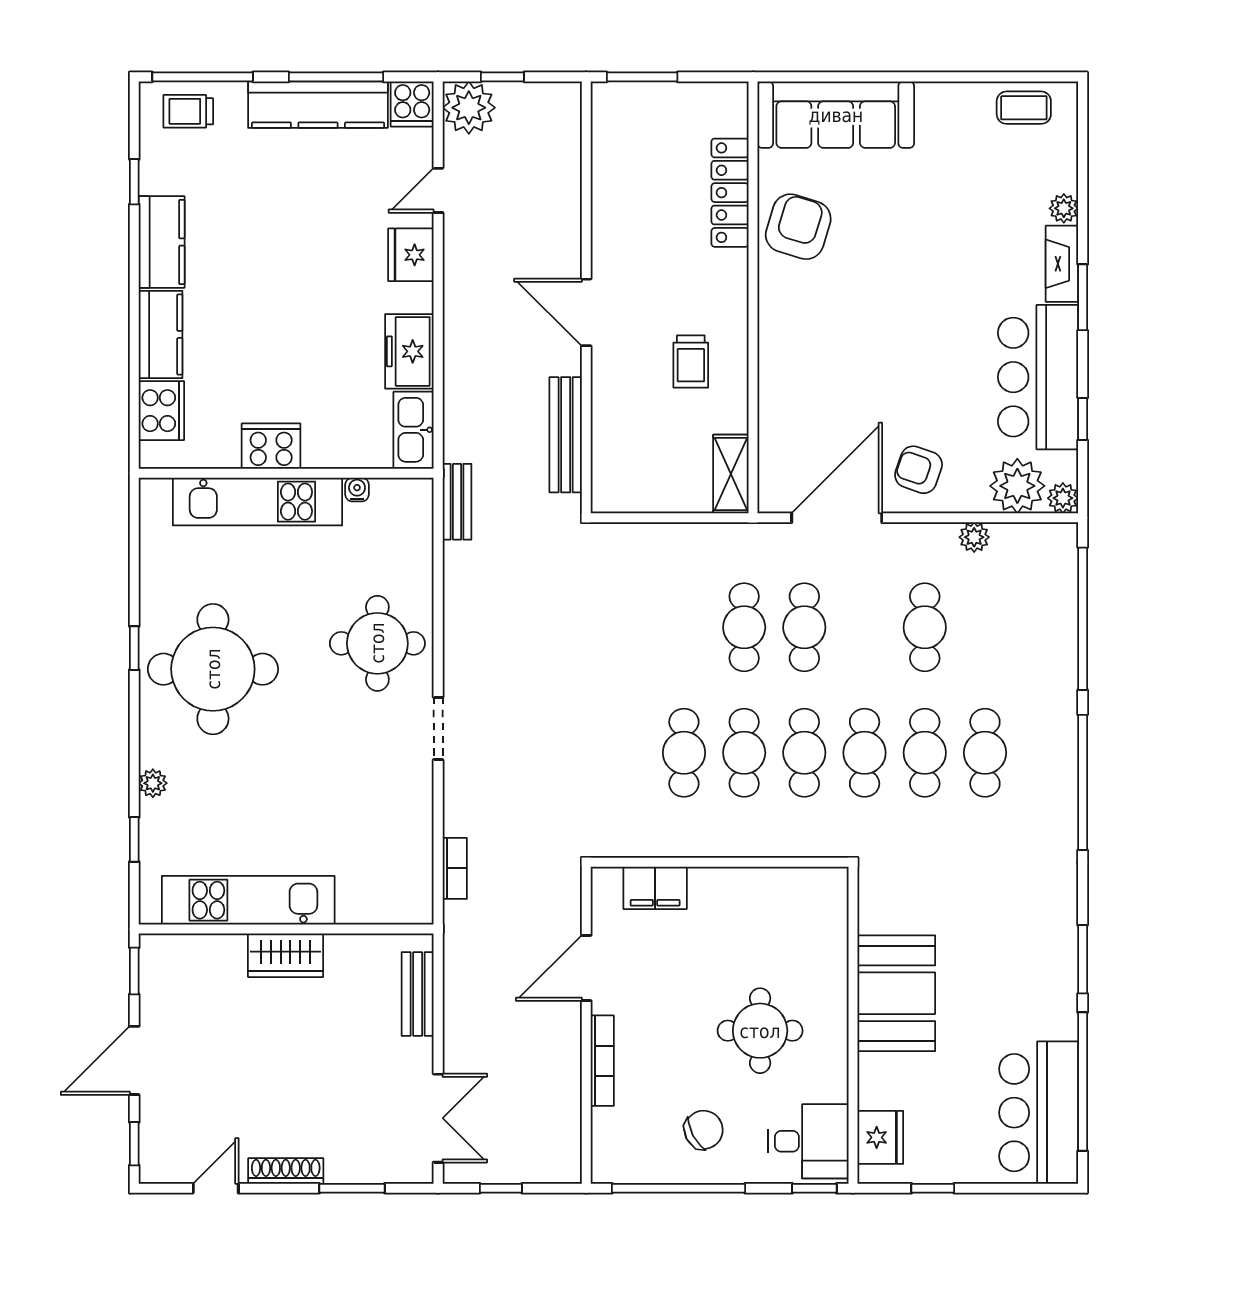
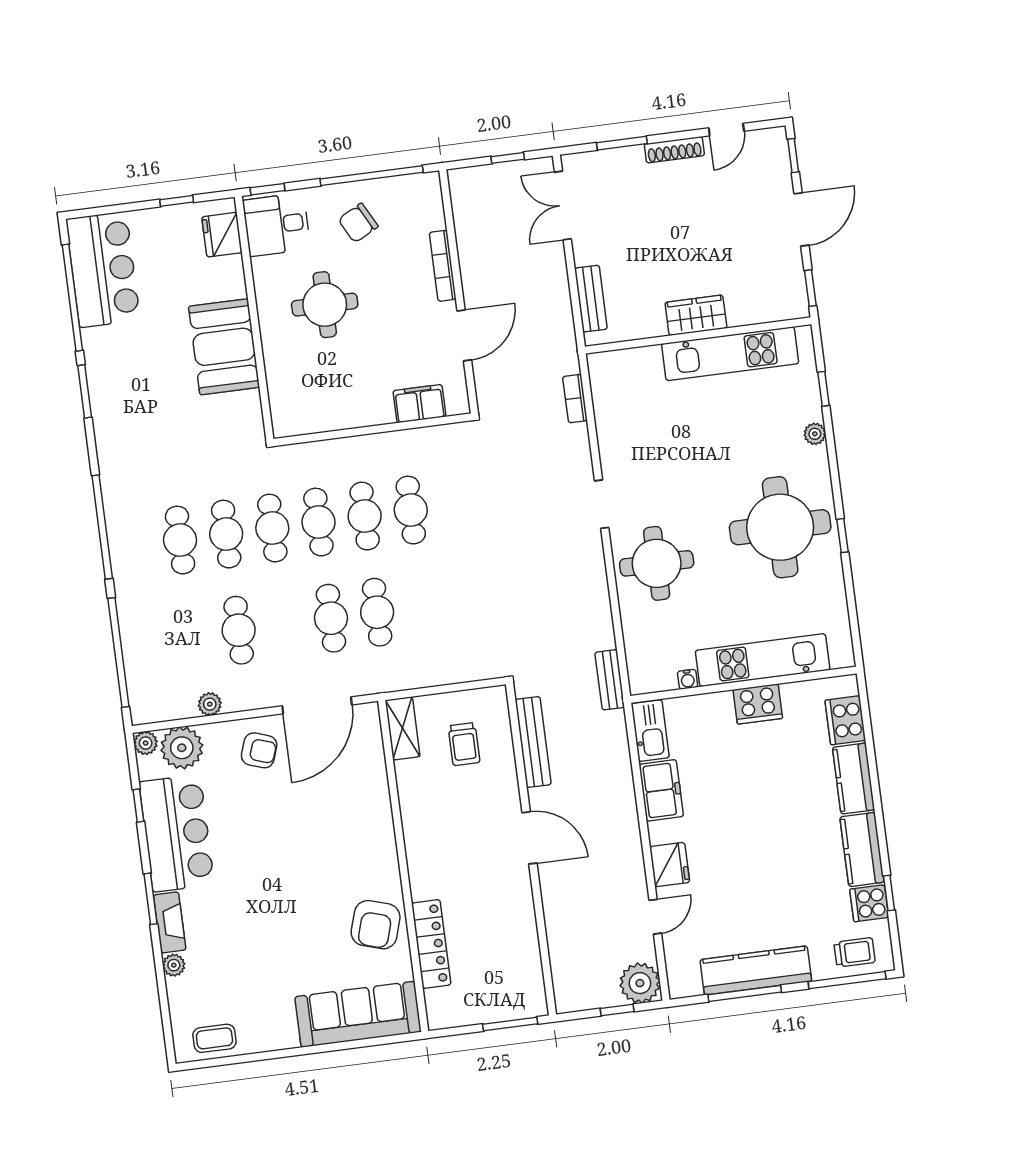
cooker: (412, 104) -> (869, 903), moved, turned -90
trolley: (691, 361) -> (464, 744), moved, turned 180

